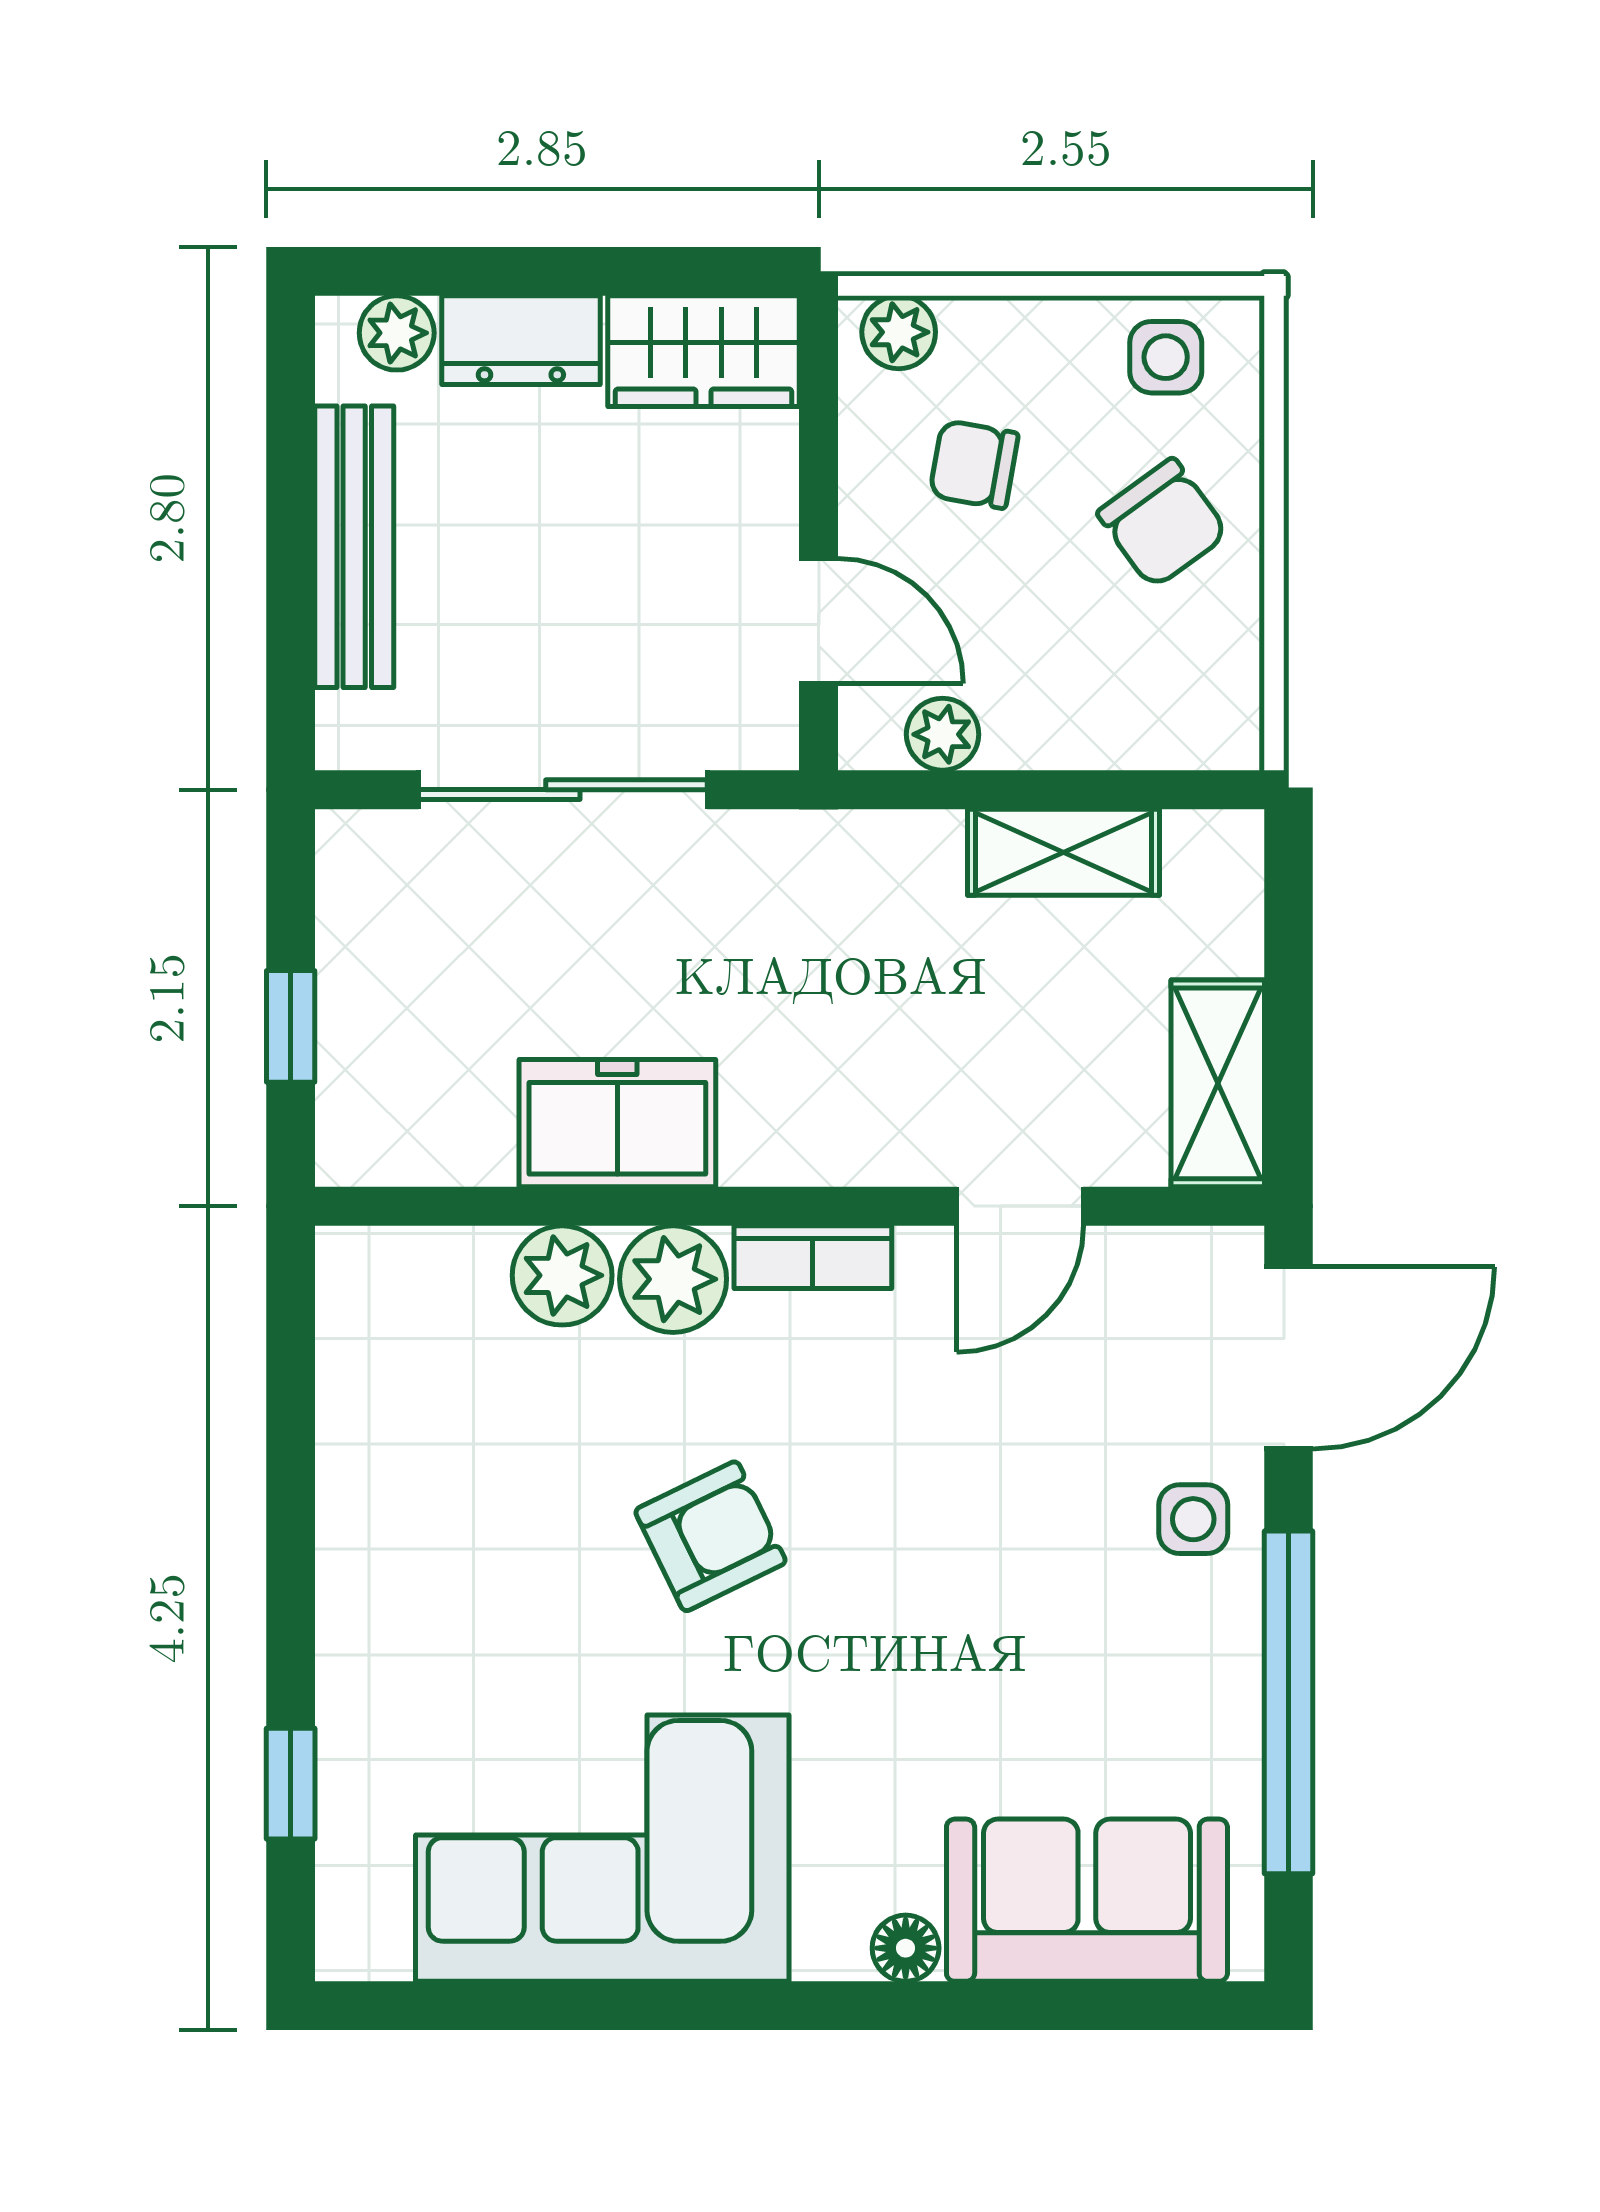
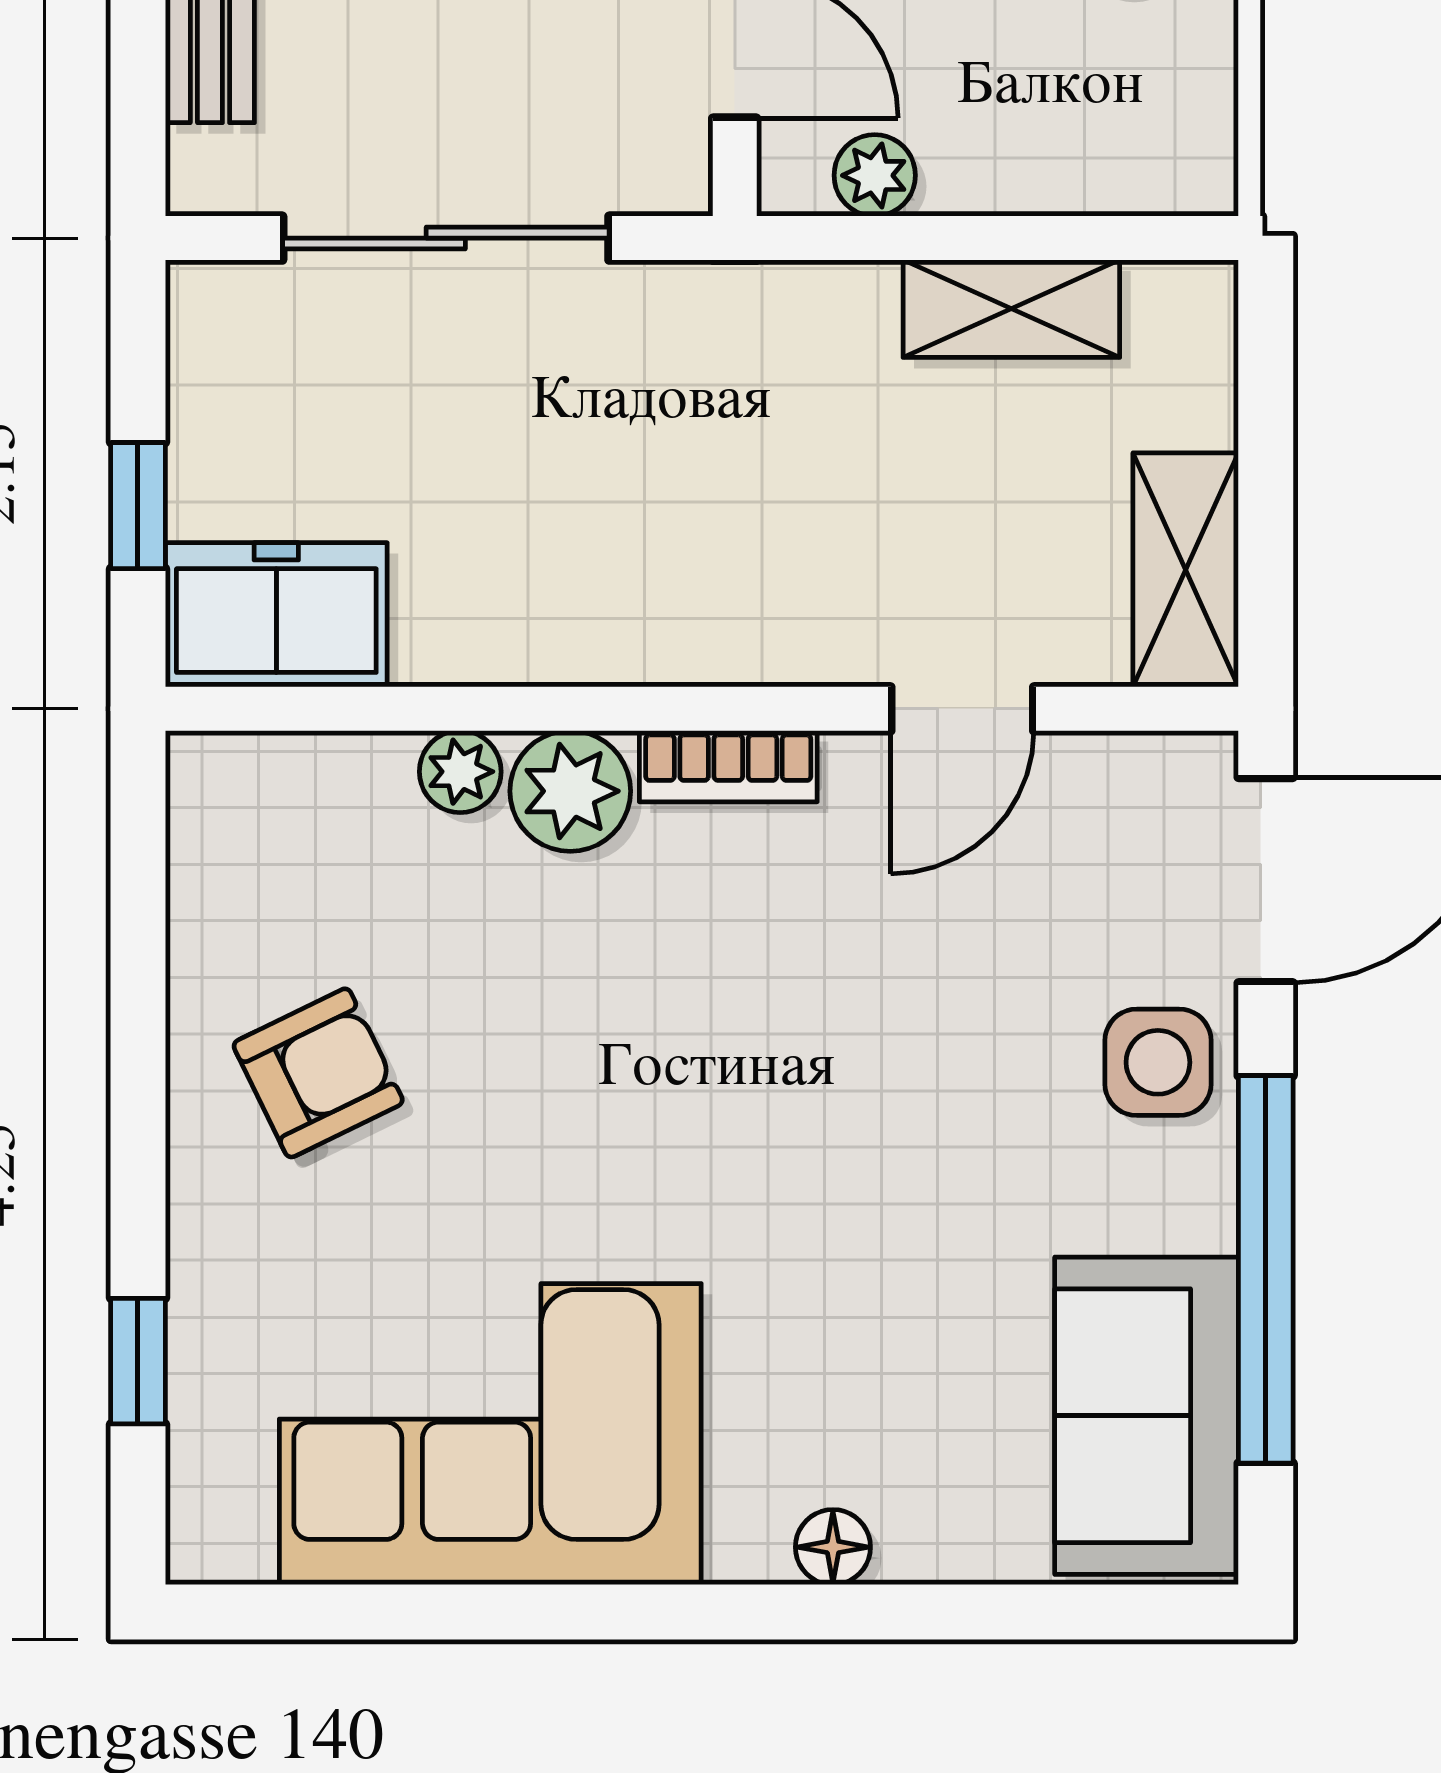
freezer: (617, 1123) -> (276, 615), moved
plant: (562, 1275) -> (460, 772), width x0.73, depth x0.73
side table: (1193, 1519) -> (1158, 1062), width x1.37, depth x1.37
armchair: (710, 1536) -> (318, 1073), moved
sofa: (1087, 1900) -> (1147, 1416), moved, turned -90

